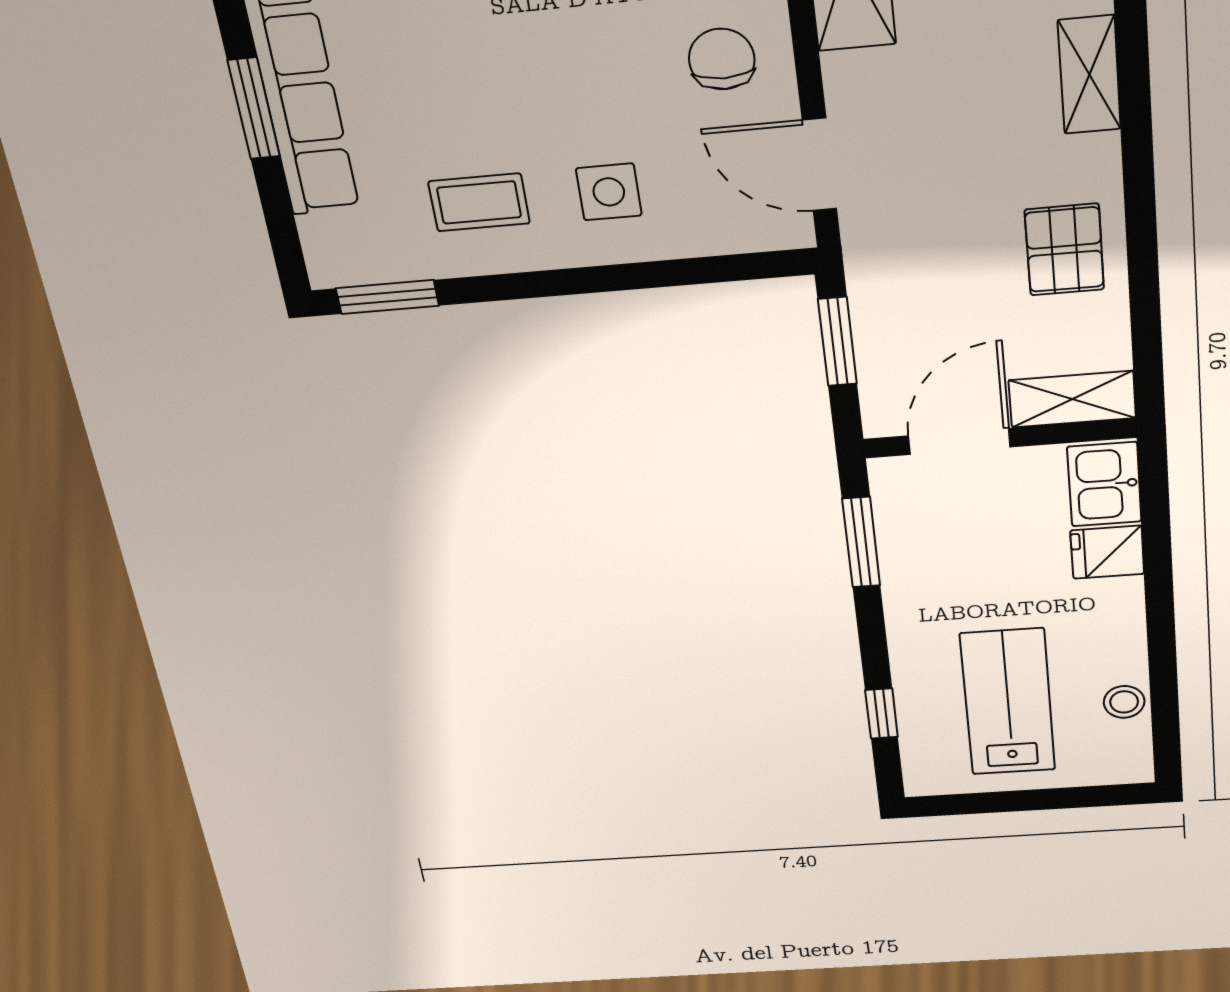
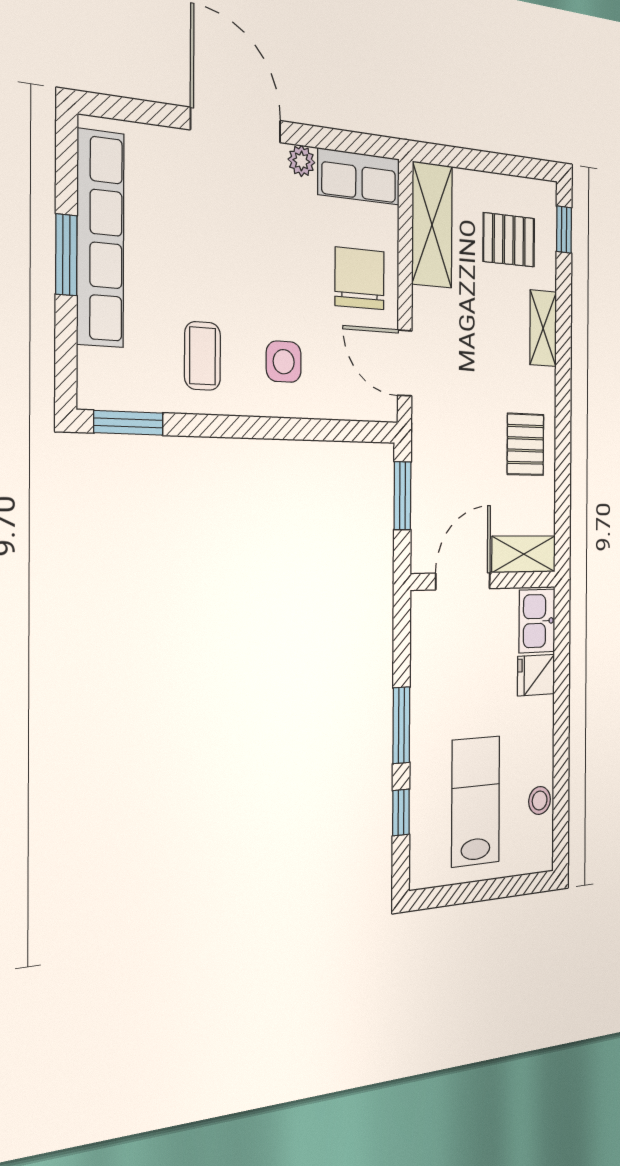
chair: (722, 59) -> (360, 278), width x1.37, depth x1.37
coffee table: (479, 202) -> (203, 356), turned 90
window: (861, 542) -> (401, 725), moved

